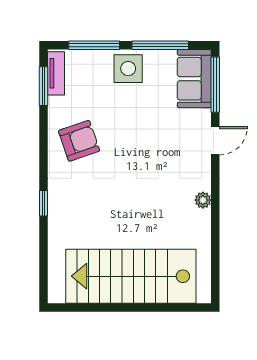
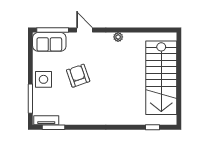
window: (160, 45) -> (30, 61), removed
armchair: (79, 141) -> (78, 76), moved
window: (44, 203) -> (153, 127), moved

